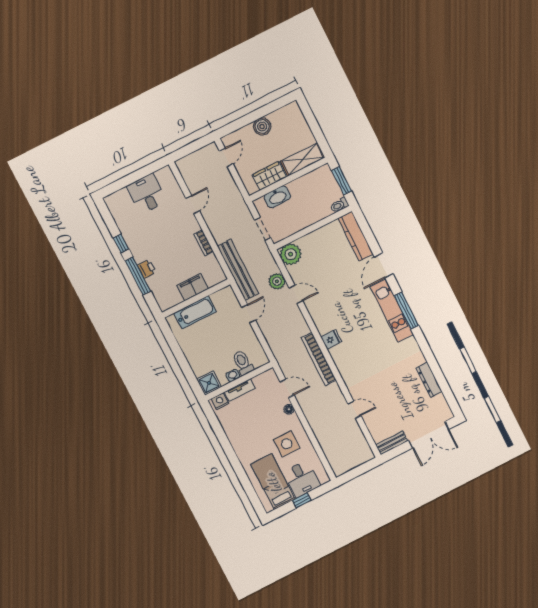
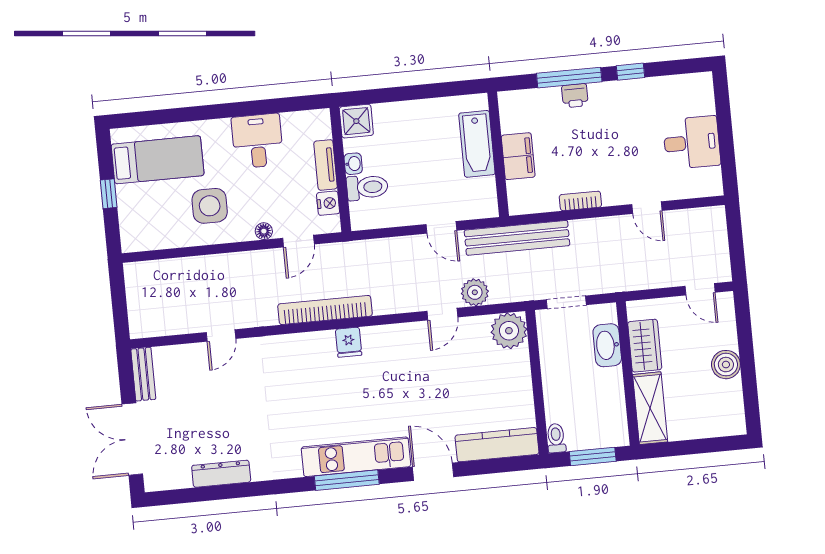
nightstand: (220, 401) -> (328, 203), moved
desk: (302, 479) -> (257, 141), moved, turned 90

